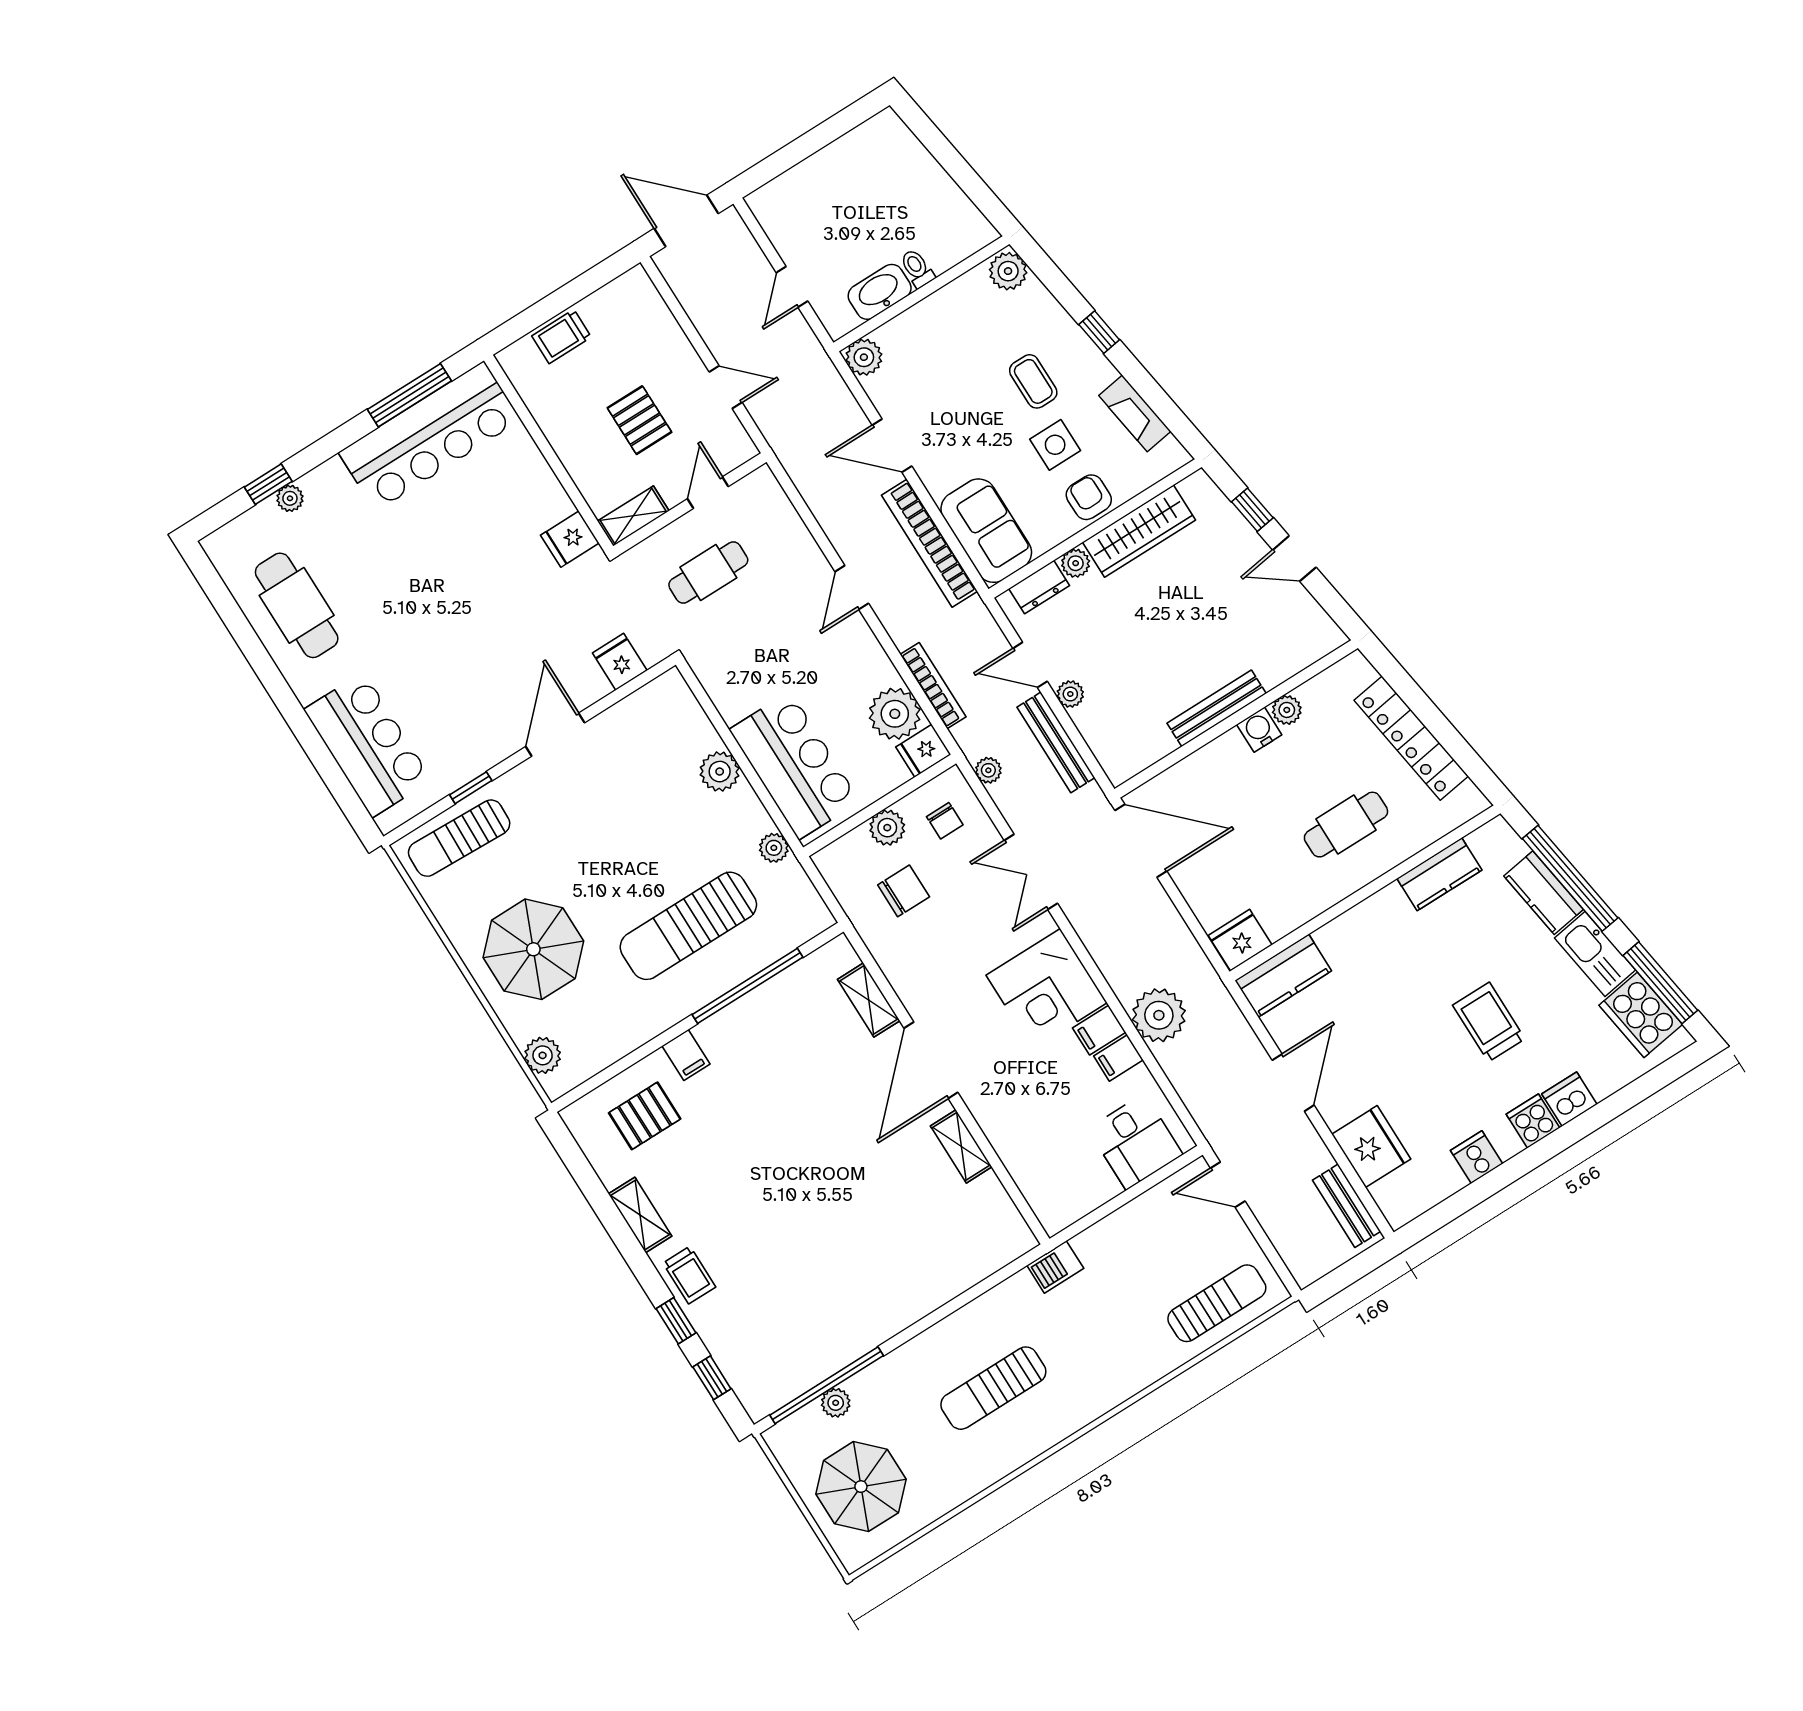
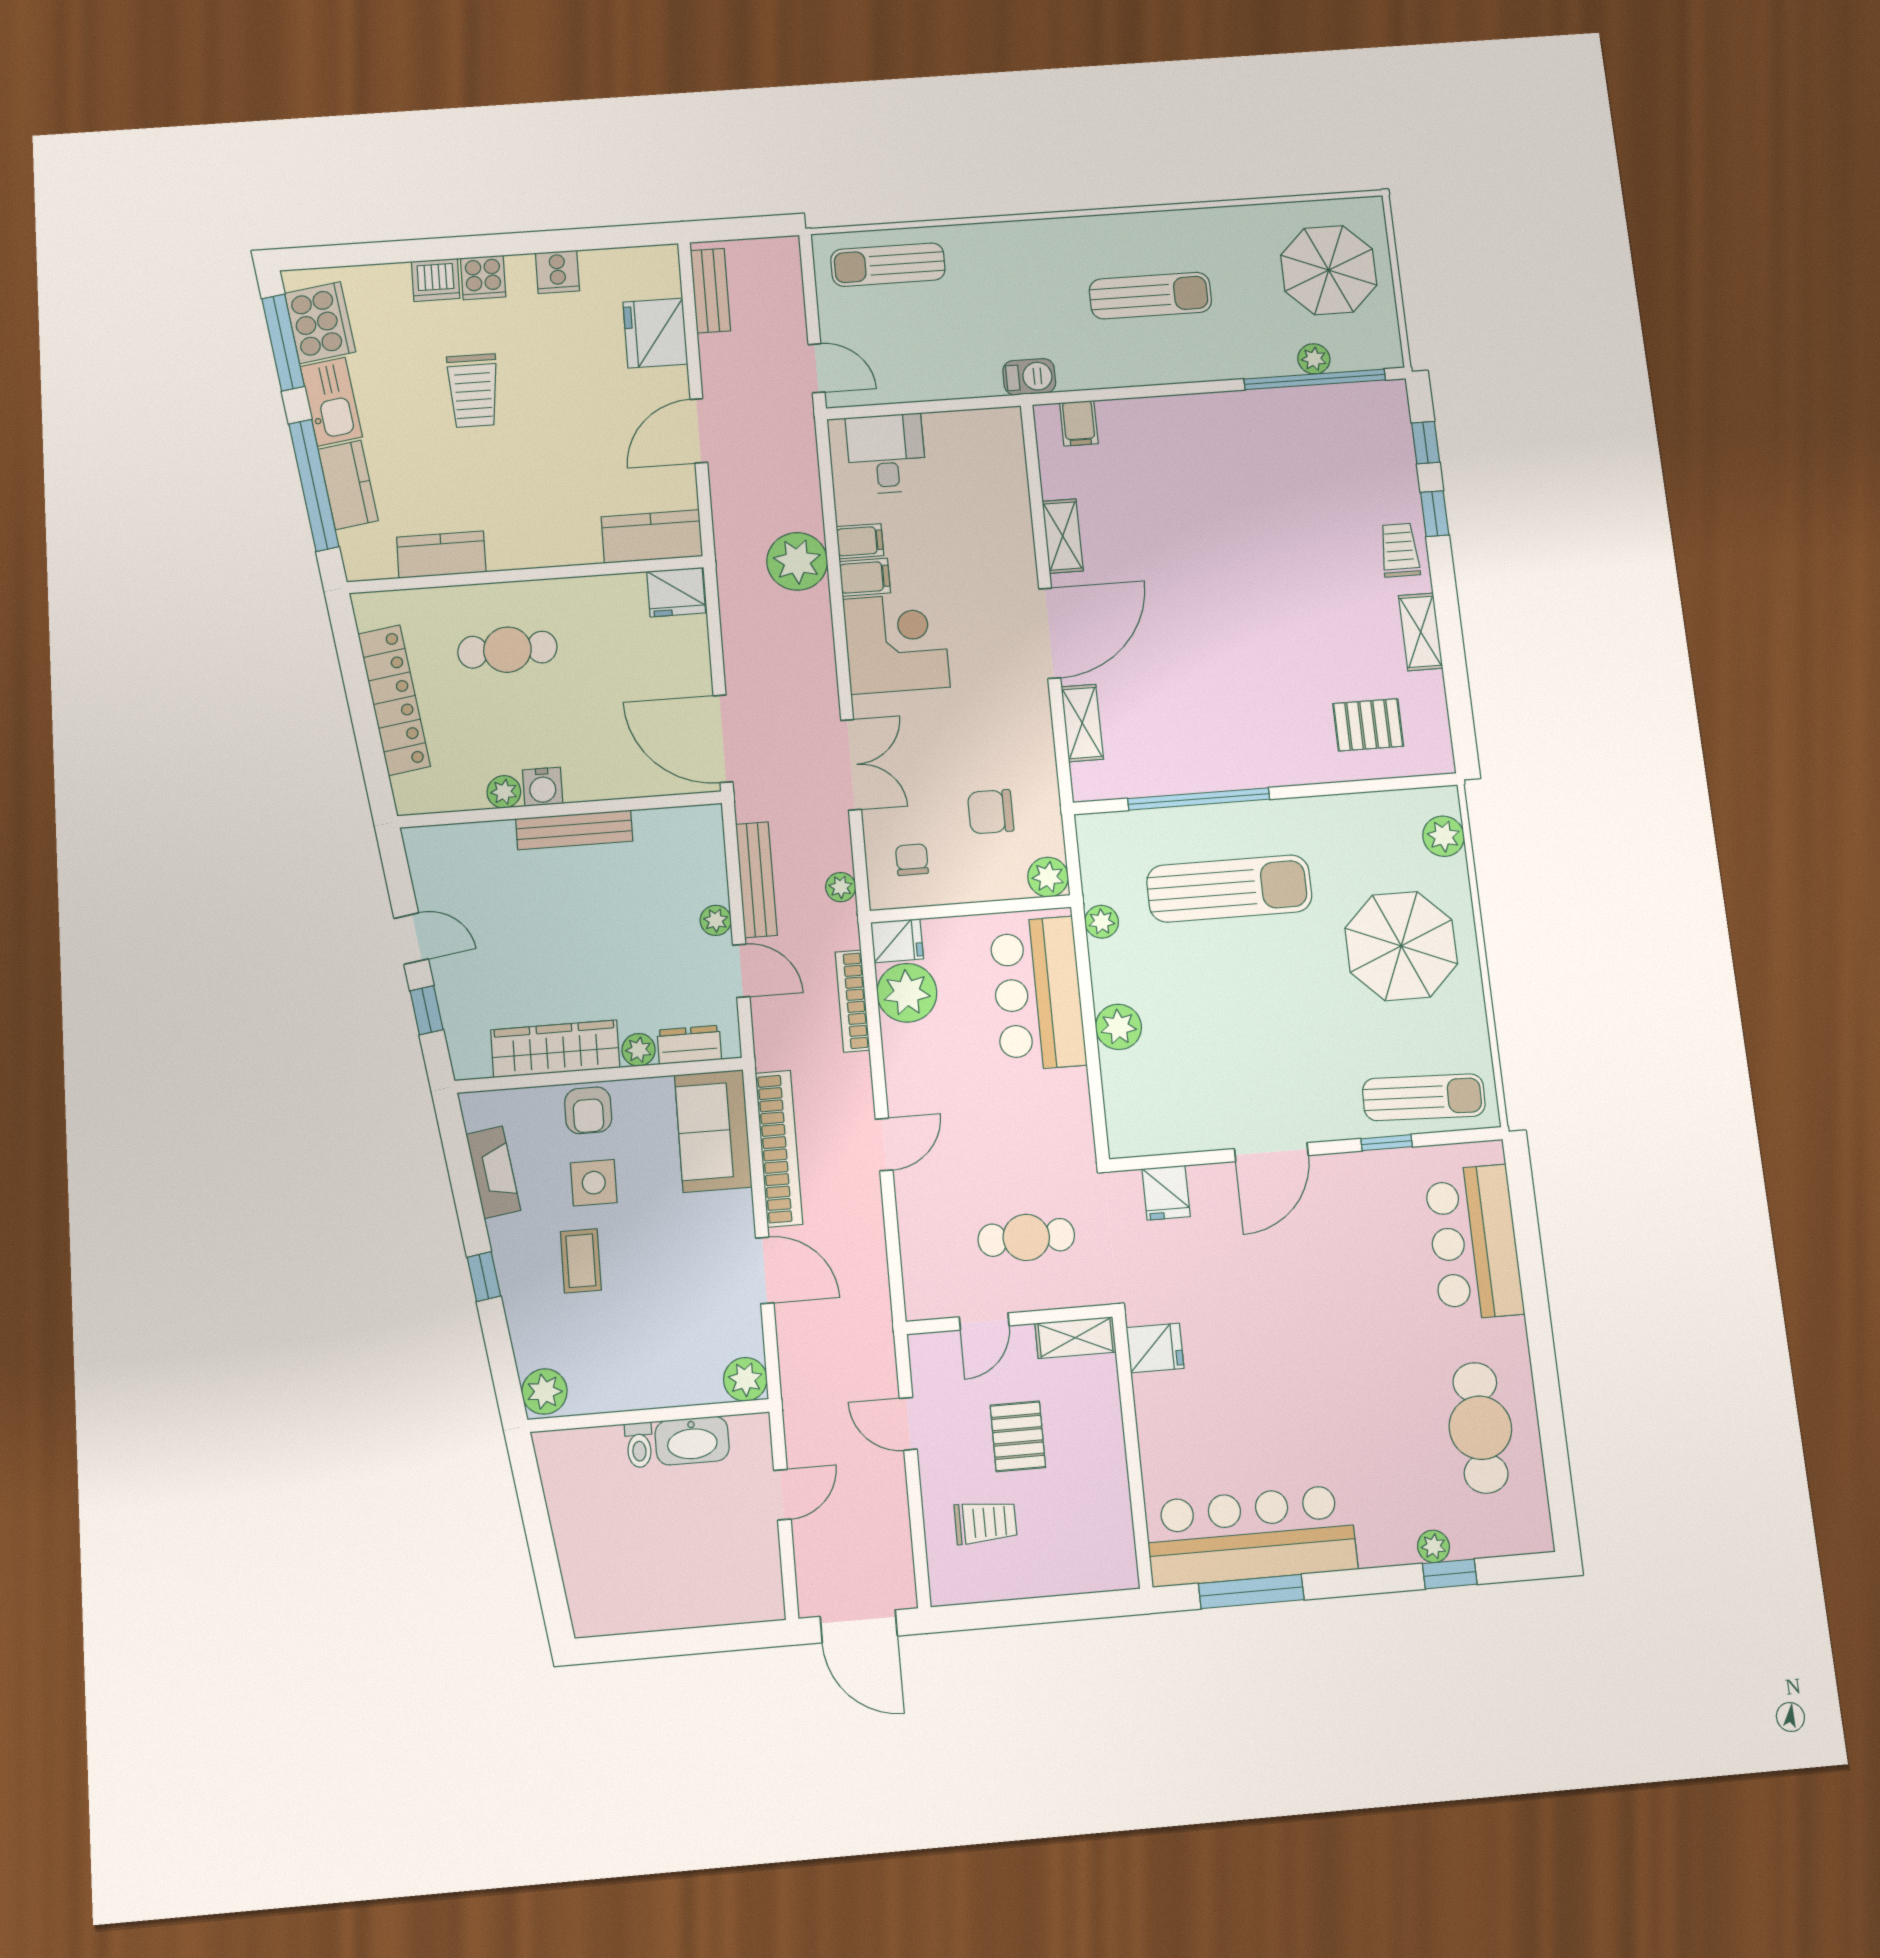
trolley: (561, 336) -> (986, 1522), moved
plant: (887, 828) -> (1048, 877), moved
filing cabinet: (686, 1055) -> (1079, 423), moved, turned 180

